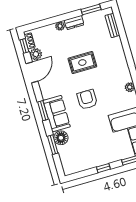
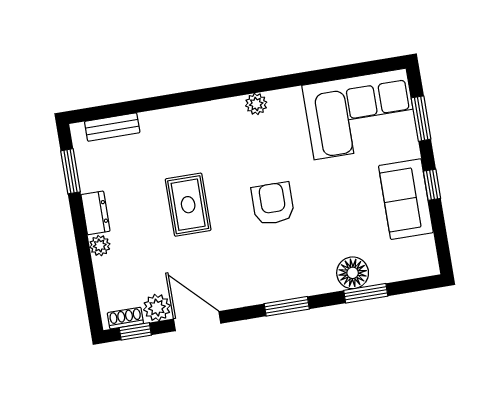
armchair: (87, 99) -> (273, 204), turned 90
sofa: (57, 114) -> (406, 199), moved, turned -90

